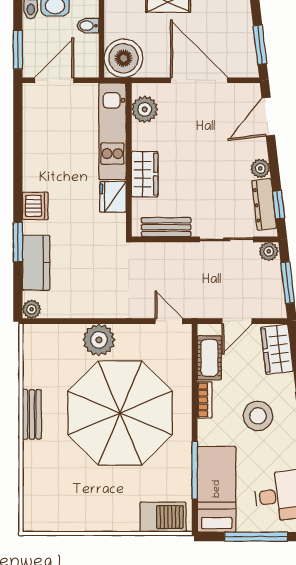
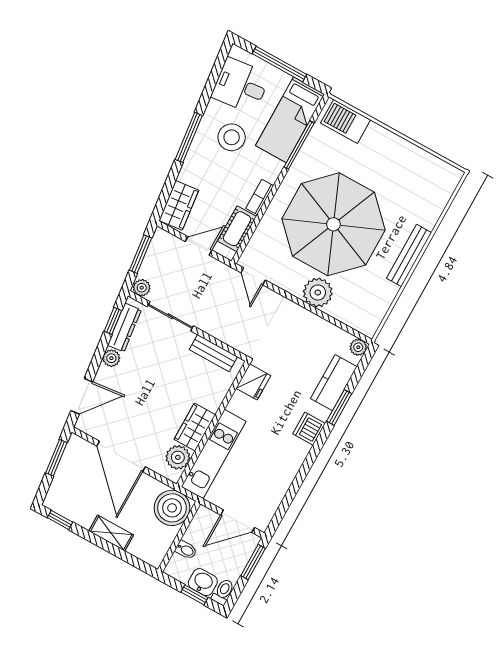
wardrobe: (145, 174) -> (195, 427), moved
fridge: (113, 197) -> (253, 382), moved
bench: (32, 414) -> (409, 255), width x1.36
stool: (258, 416) -> (232, 137), moved

